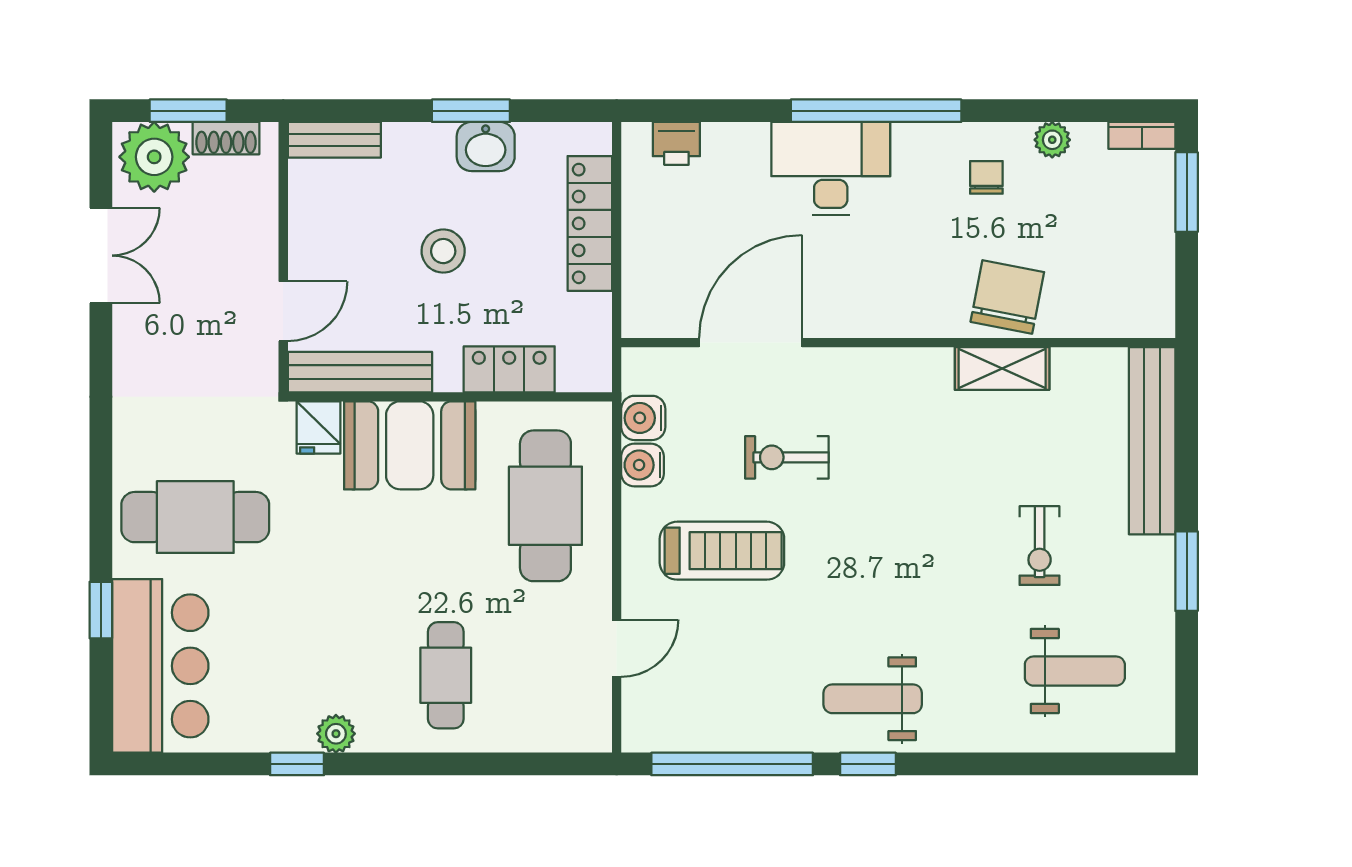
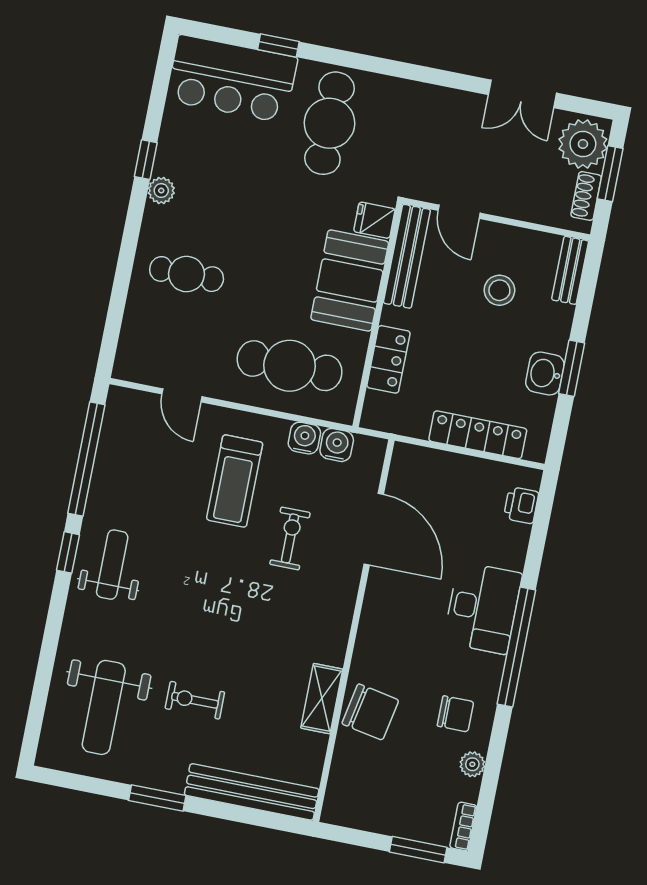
chair: (986, 177) -> (455, 714), width x1.37, depth x1.37
stool: (443, 251) -> (499, 290), moved
weight bench: (1075, 671) -> (104, 707), width x1.36, depth x1.33

